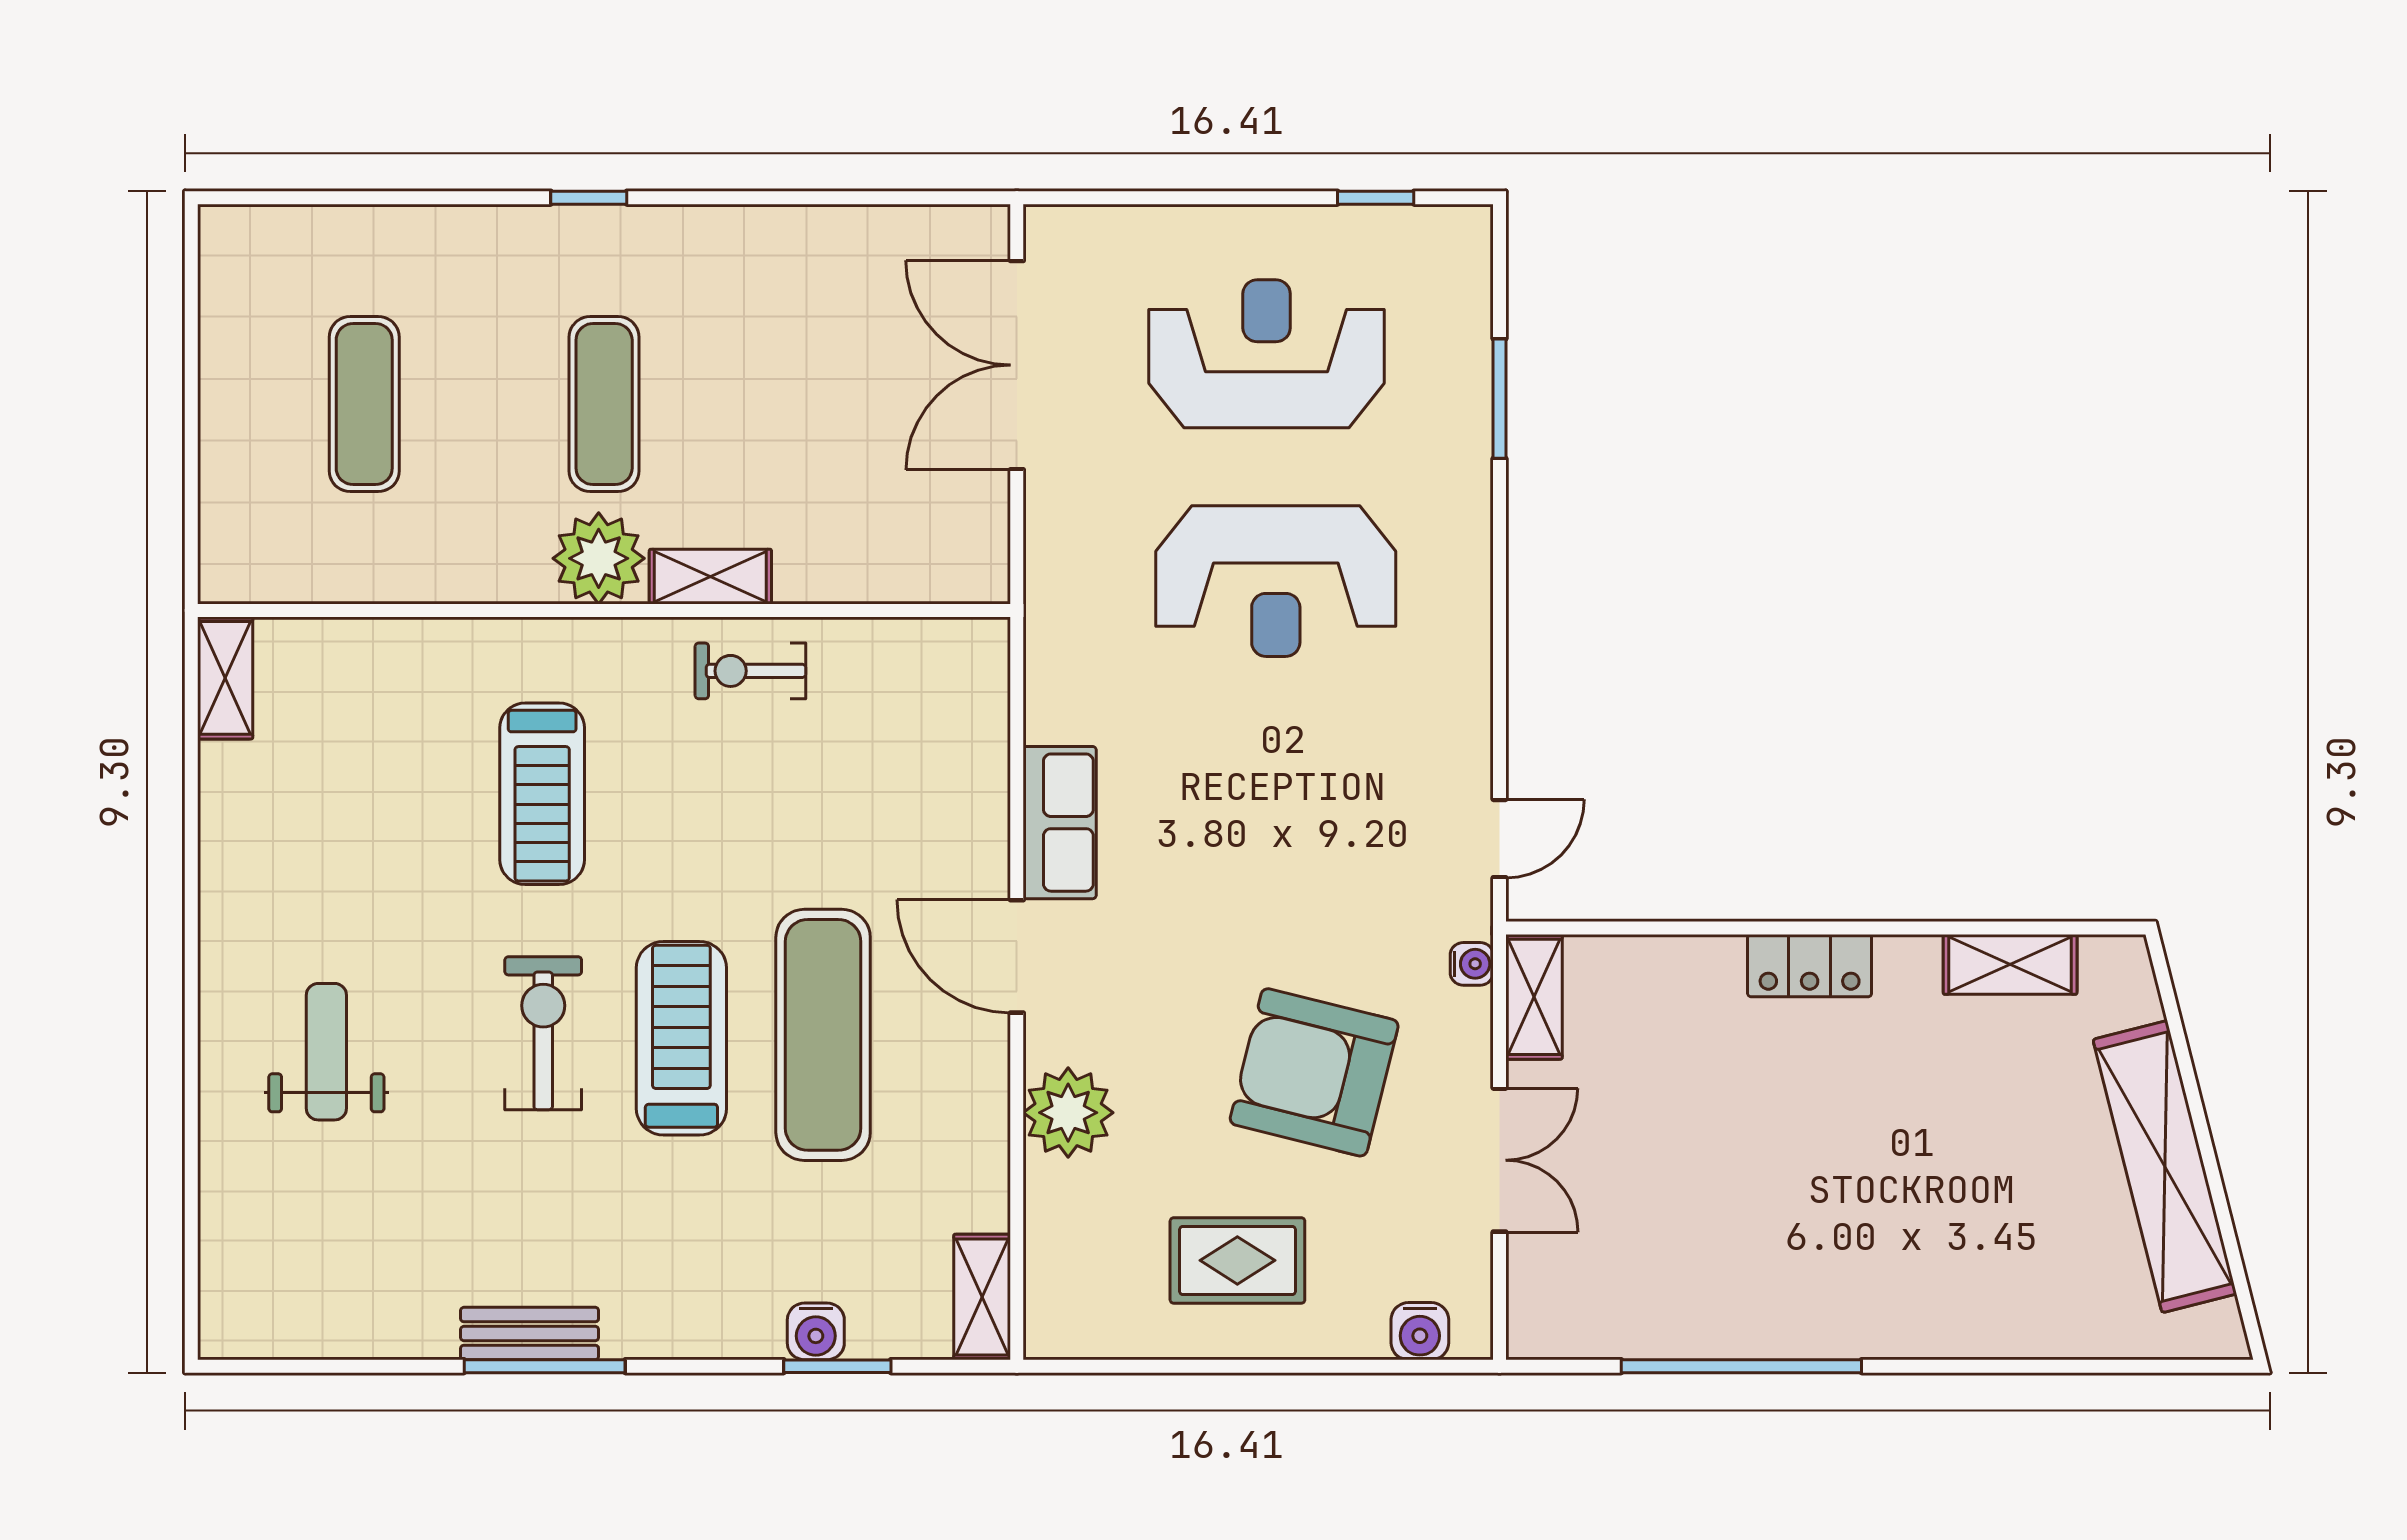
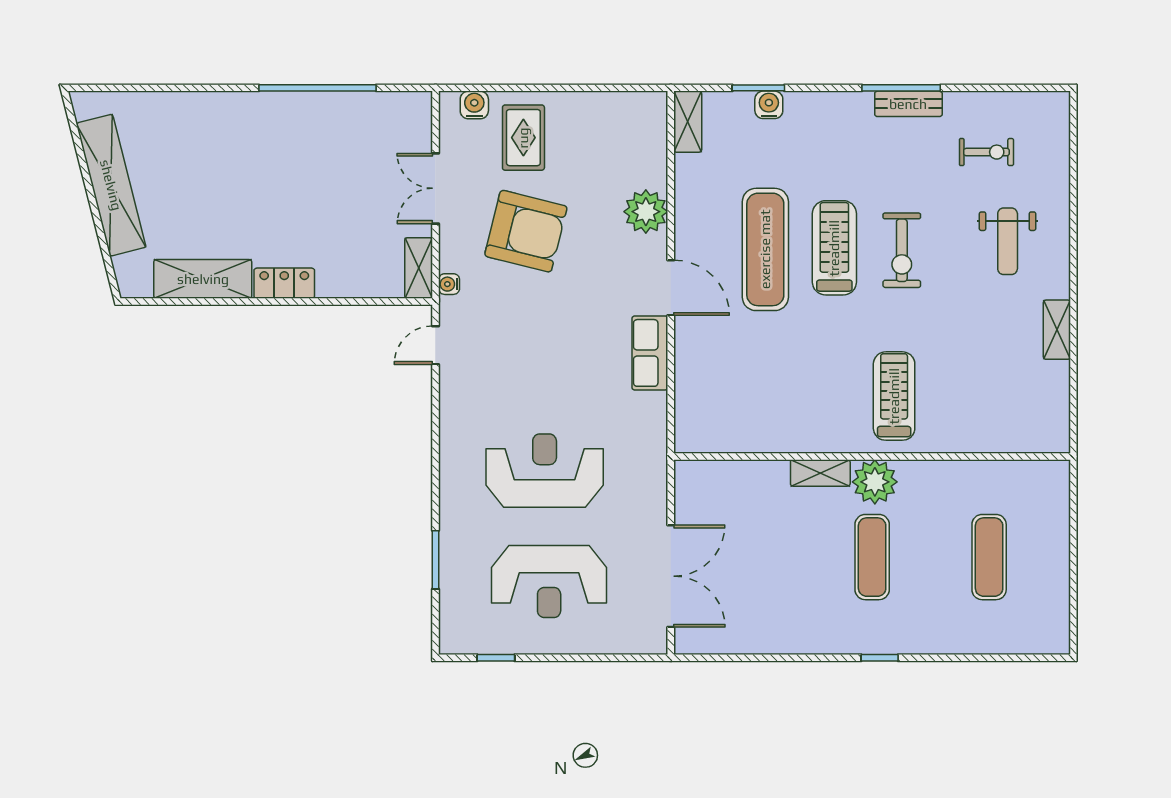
exercise bike: (750, 671) -> (986, 152), moved
shelving: (225, 678) -> (1057, 330), moved
treadmill: (542, 794) -> (894, 396), moved
shelving: (2010, 964) -> (203, 279), width x1.50, depth x1.33
treadmill: (681, 1038) -> (834, 248), turned 180
rug: (1237, 1260) -> (523, 138), moved, turned 90

